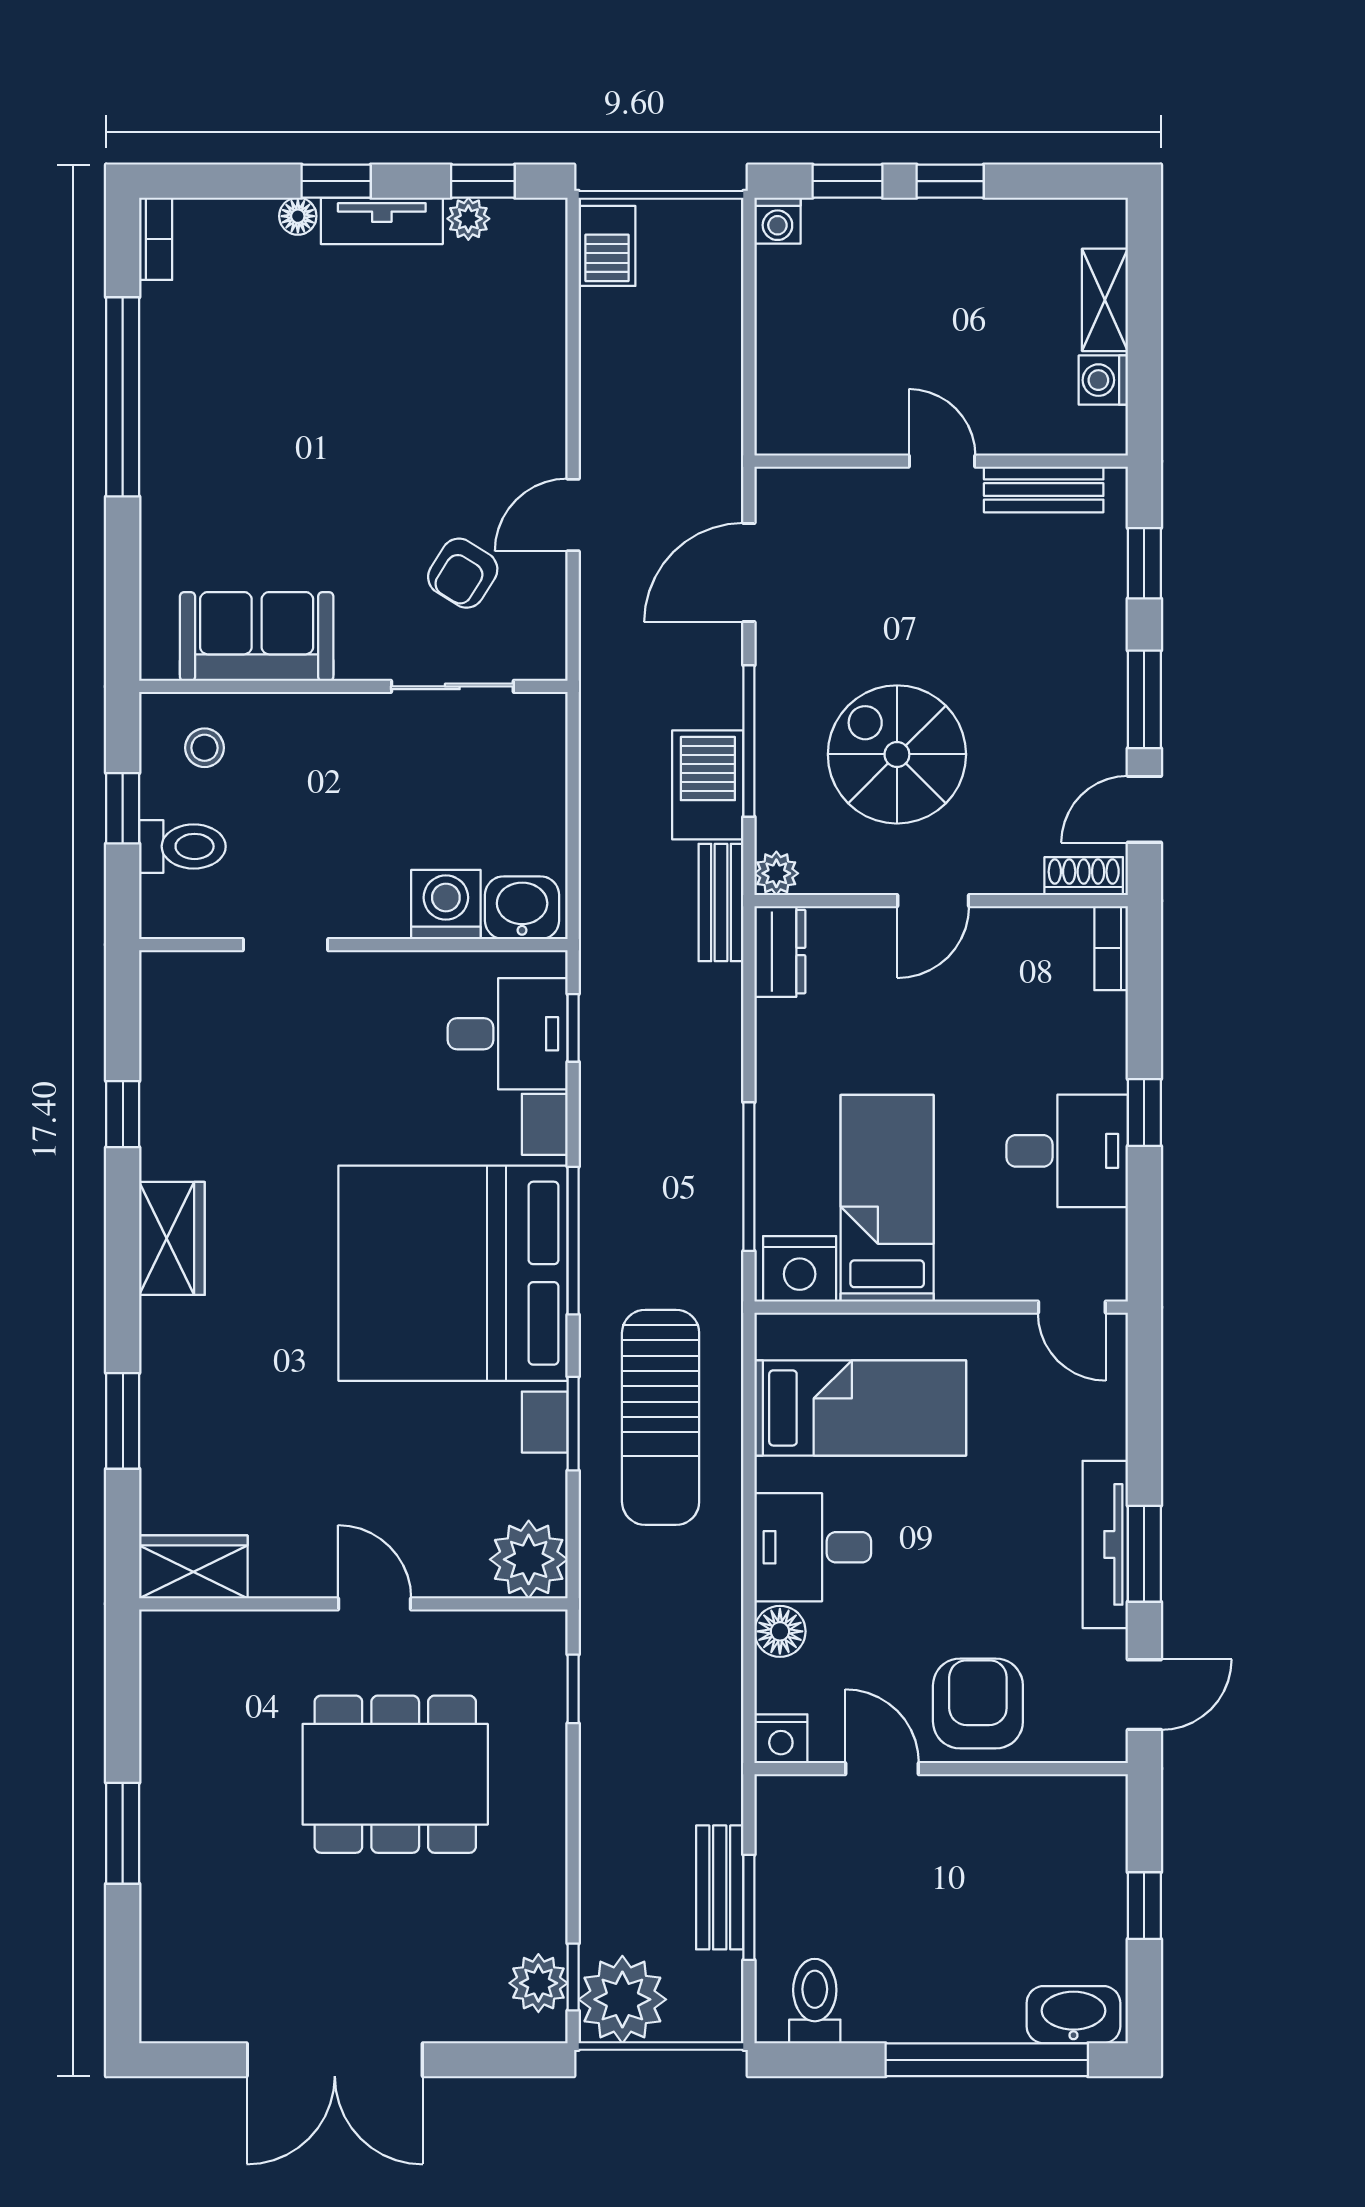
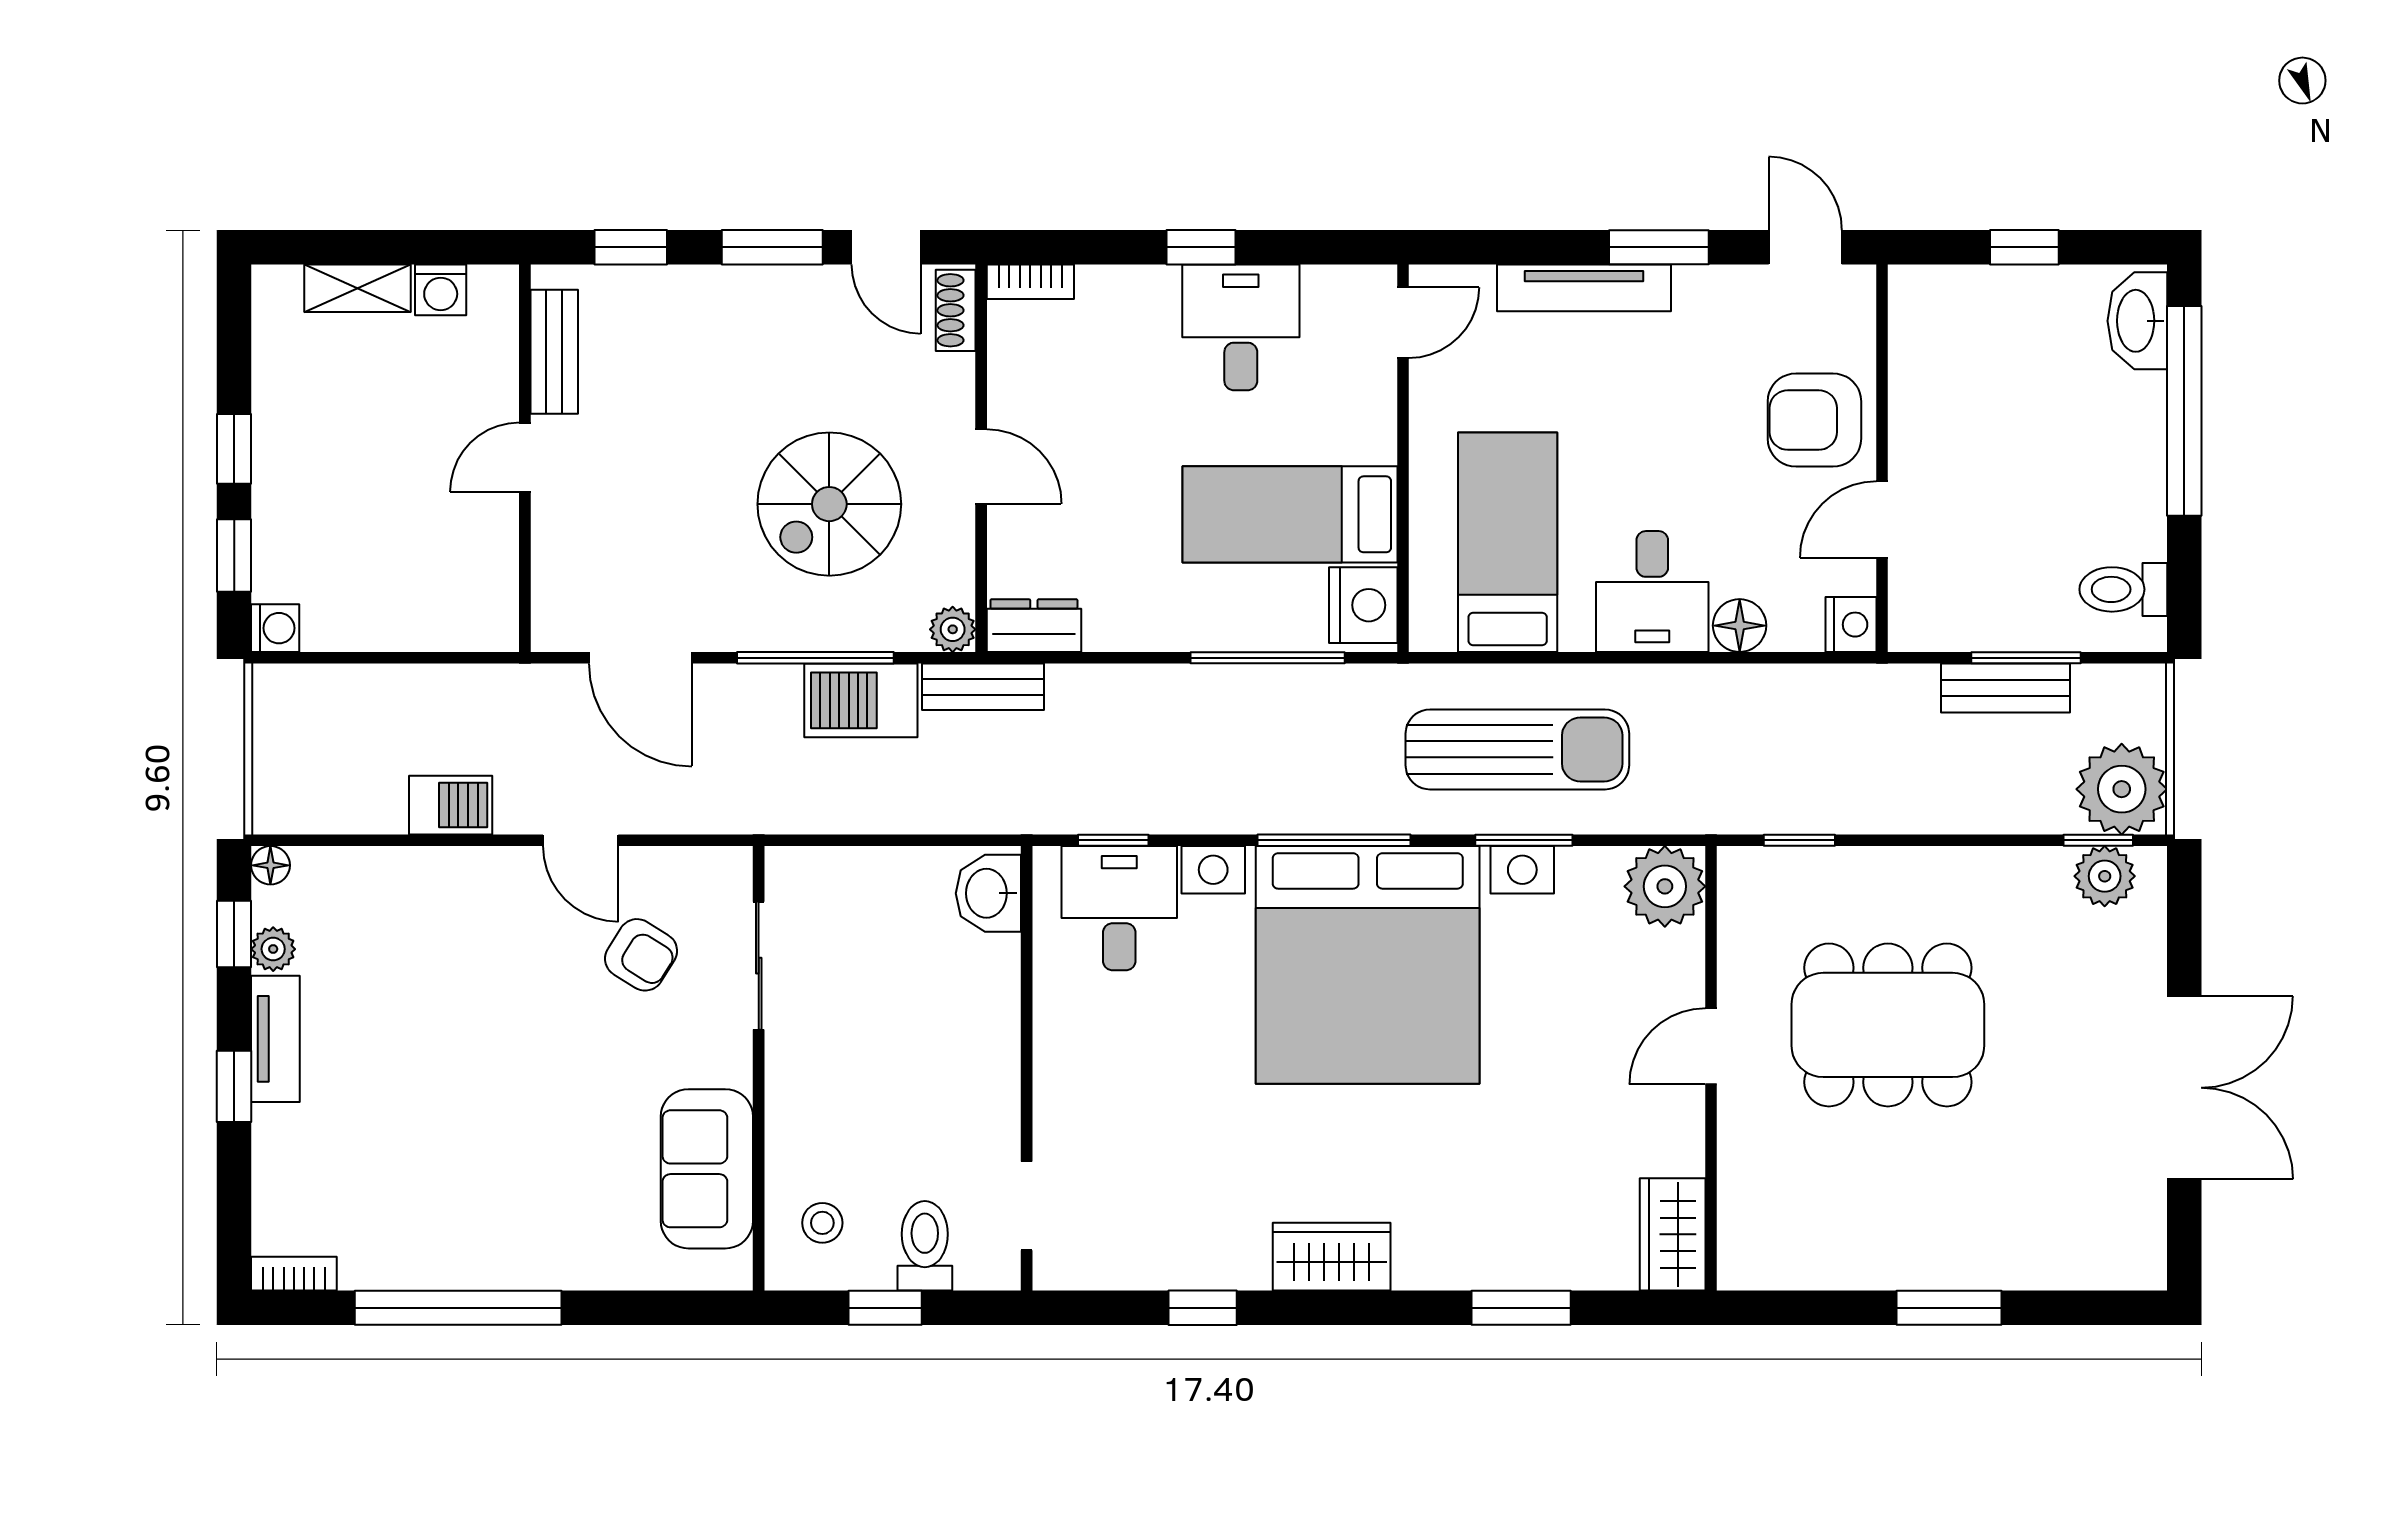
floor lamp: (298, 216) -> (270, 865), moved
barbecue: (607, 246) -> (451, 805), moved
washing machine: (446, 904) -> (985, 972), removed
doorway: (285, 945) -> (1027, 1206), moved
tv unit: (1105, 1544) -> (1584, 288), moved
dining table: (395, 1774) -> (1888, 1025), turned 90

